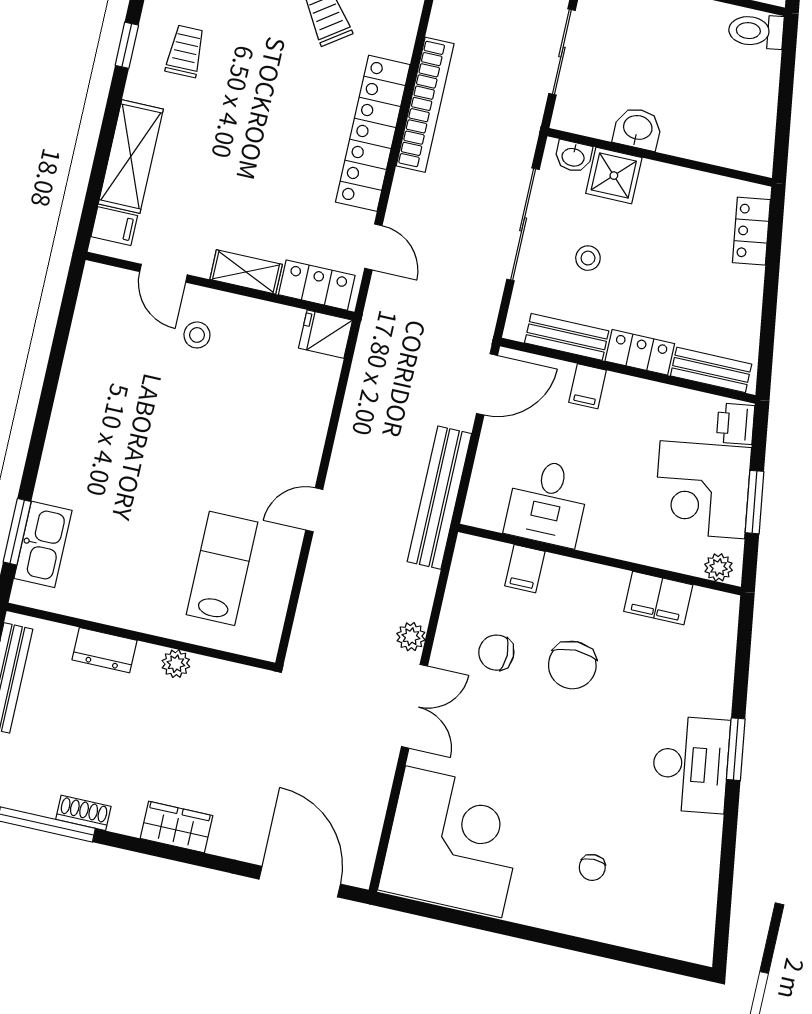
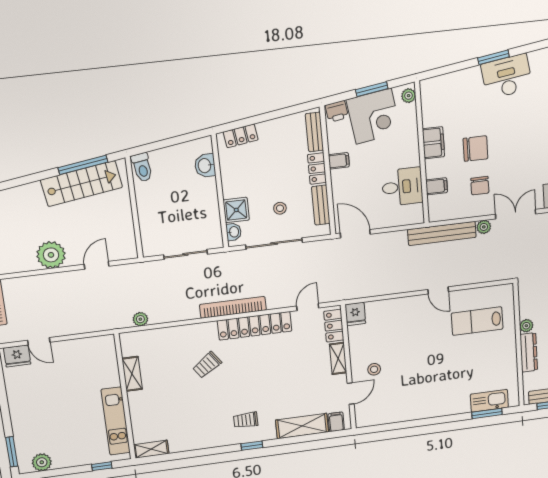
washbasin: (638, 129) -> (205, 166), moved
filing cabinet: (588, 386) -> (339, 161), moved
bench: (439, 498) -> (442, 233), moved
filing cabinet: (658, 598) -> (433, 143), moved
dresser: (105, 650) -> (529, 352), width x1.44

